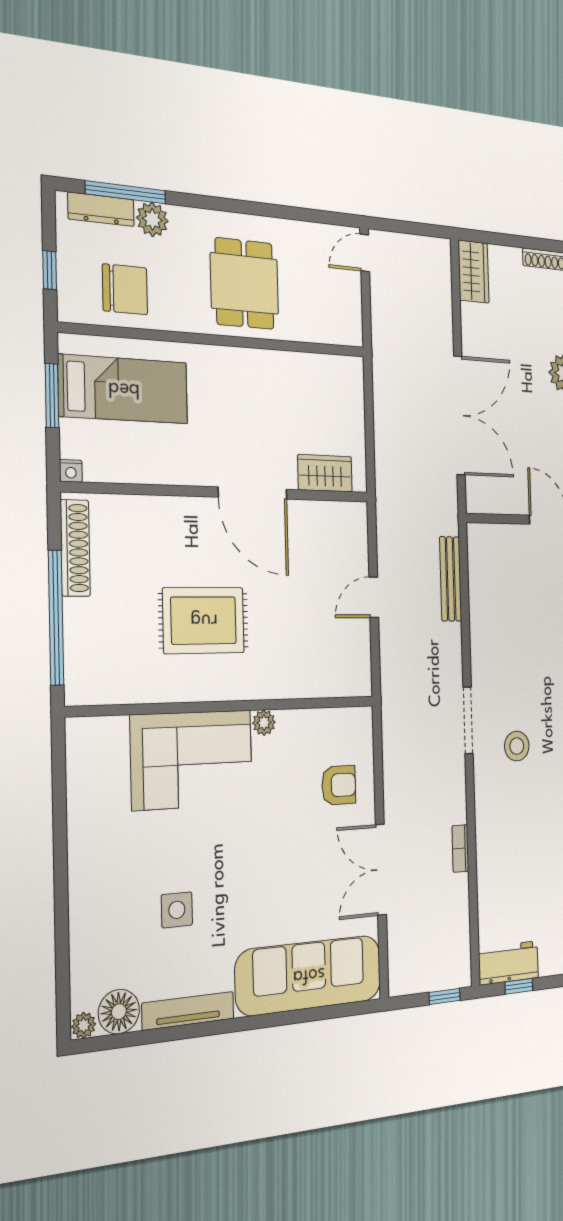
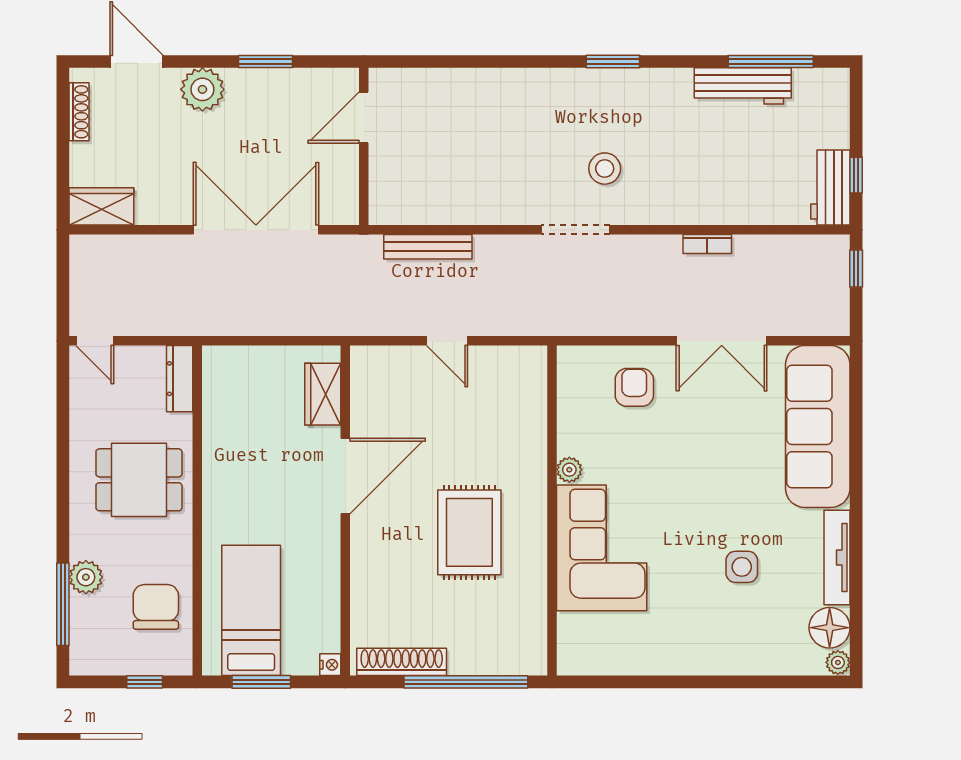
dresser: (101, 209) -> (180, 379), moved, turned 180

